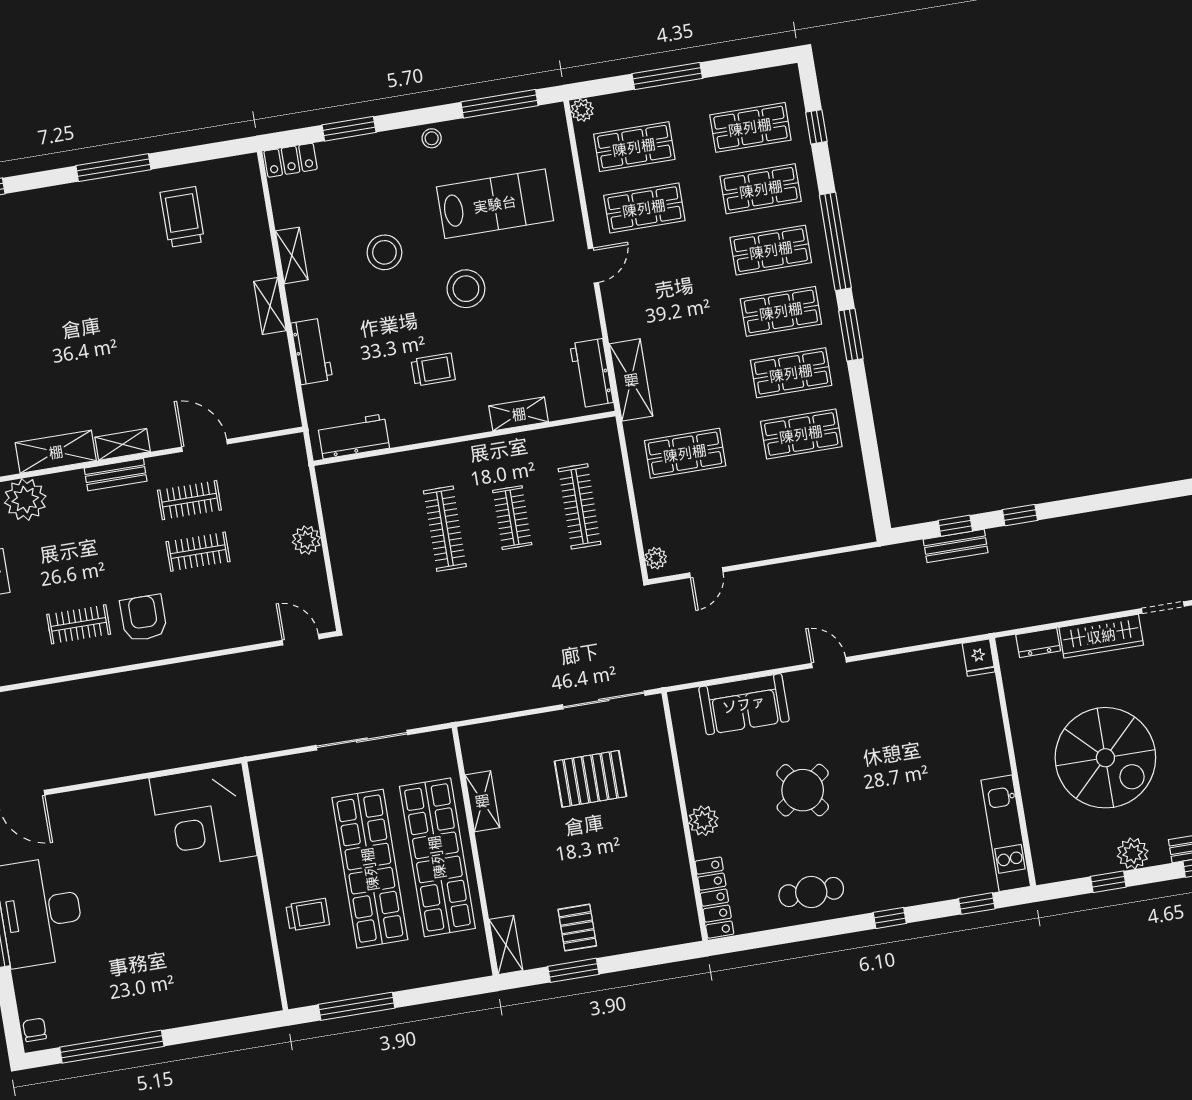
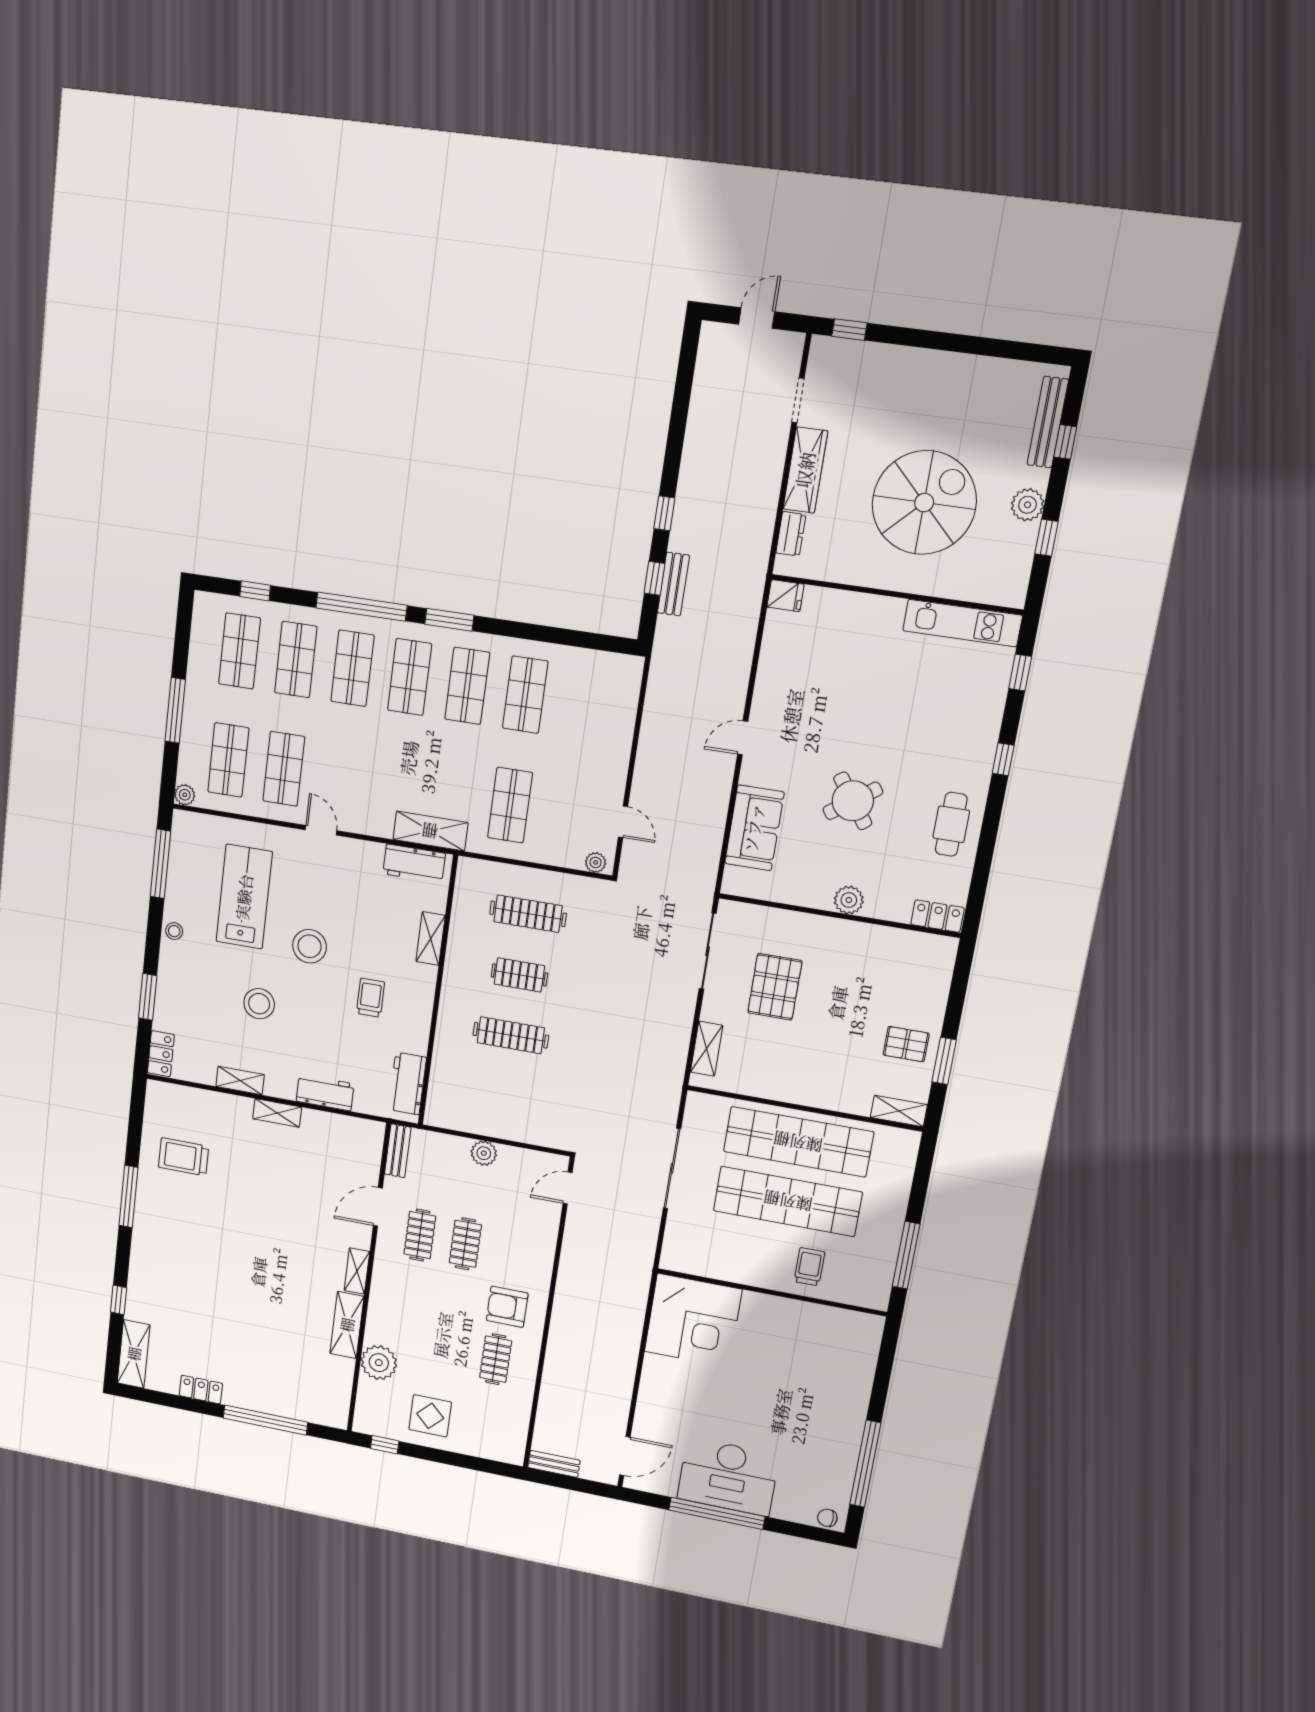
bench: (116, 475) -> (398, 1151), moved
shelving: (482, 801) -> (707, 1049), moved, turned 90
locker: (714, 898) -> (937, 916), width x0.66

